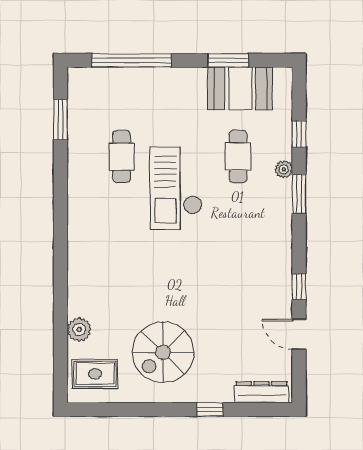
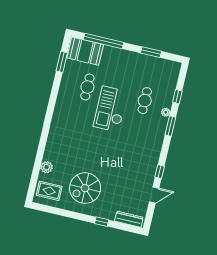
booth: (240, 89) -> (85, 51), moved
door: (299, 334) -> (154, 195), swing flipped

